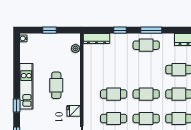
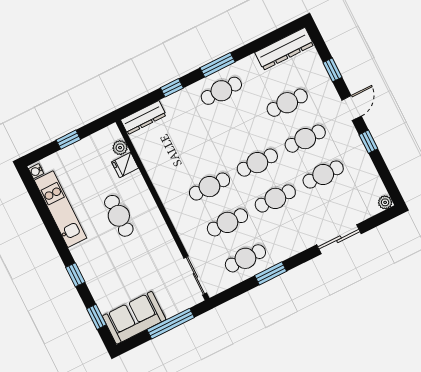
kitchen unit: (26, 86) -> (60, 209), moved
fridge: (74, 111) -> (125, 165), moved

